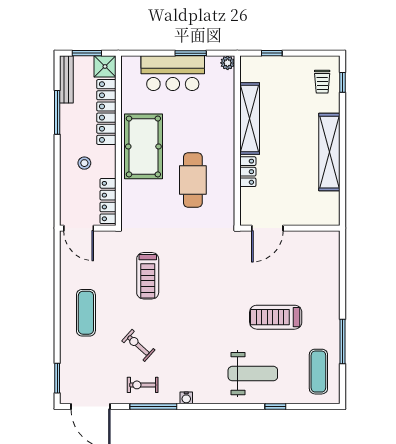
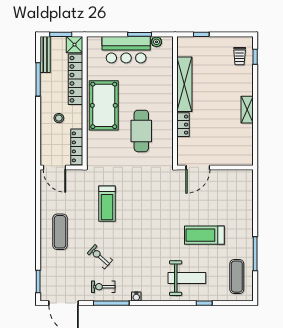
plant: (228, 63) -> (156, 42), moved
shelving: (329, 152) -> (247, 110), width x0.45, depth x0.75

